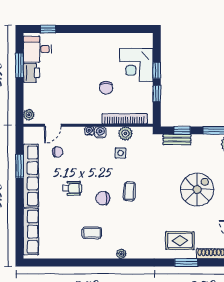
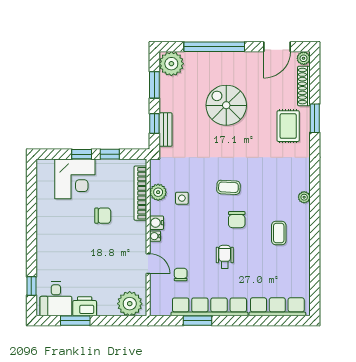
plant: (29, 115) -> (130, 304), width x1.87, depth x1.87
door: (53, 125) -> (148, 264), moved

